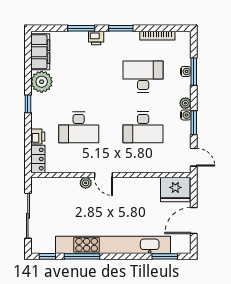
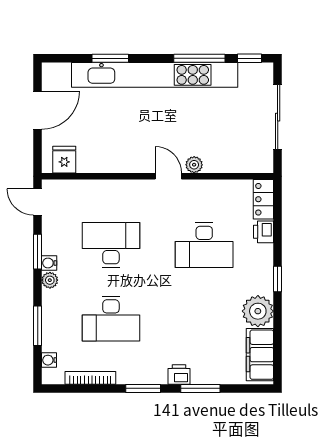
water cooler: (186, 71) -> (49, 360), moved
desk: (79, 127) -> (204, 245), turned 180
fridge: (175, 189) -> (64, 160), width x0.53, depth x0.75
window: (165, 256) -> (110, 58), moved

